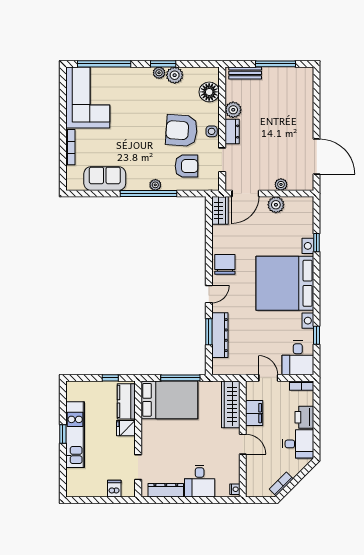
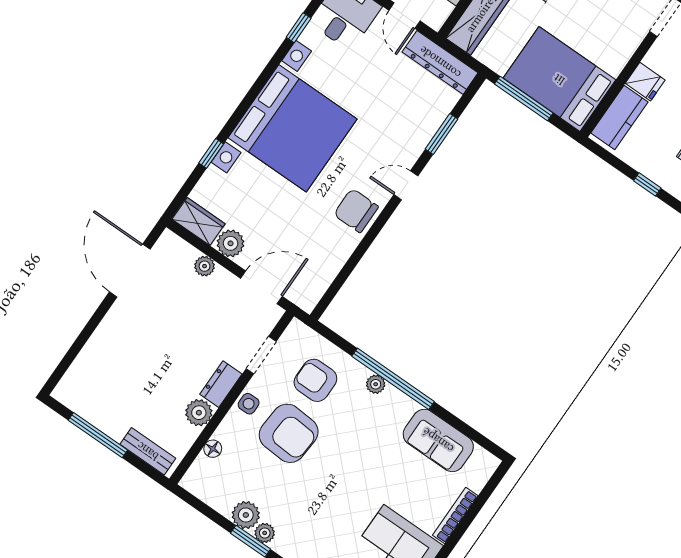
floor lamp: (209, 92) -> (213, 449), width x0.53, depth x0.53
wardrobe: (220, 210) -> (199, 221), moved, turned 90
chair: (225, 264) -> (356, 211), turned 90
dresser: (220, 335) -> (440, 62), moved, turned -90
window: (110, 378) -> (647, 184), moved

